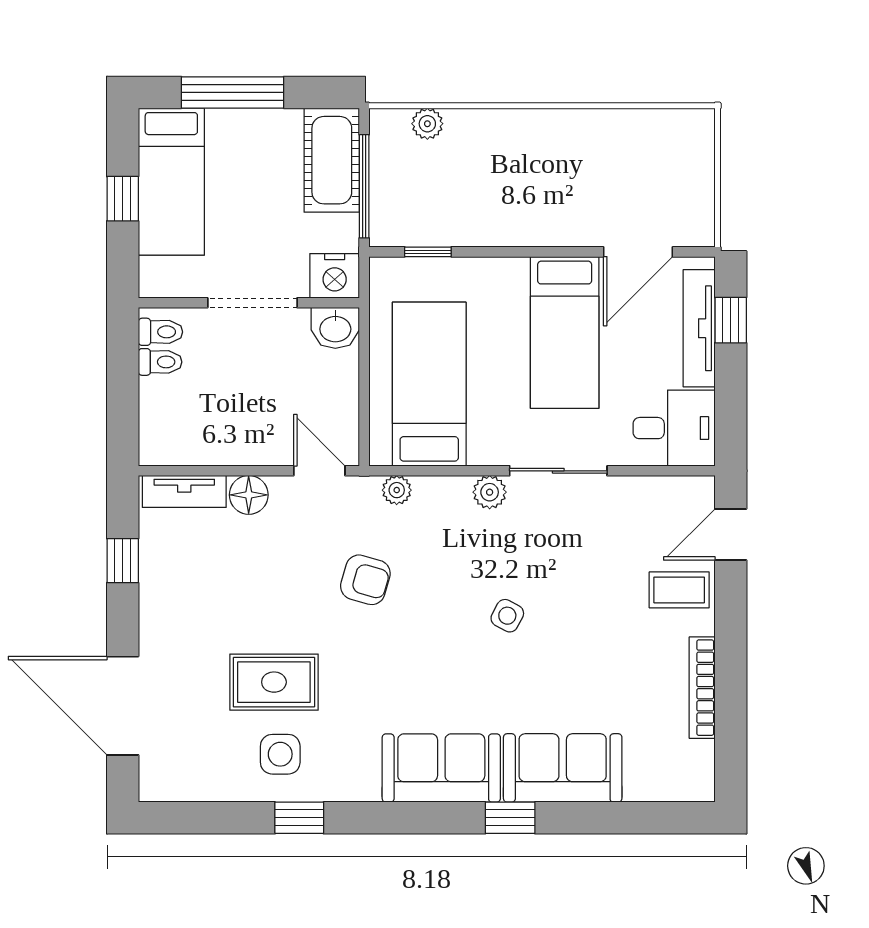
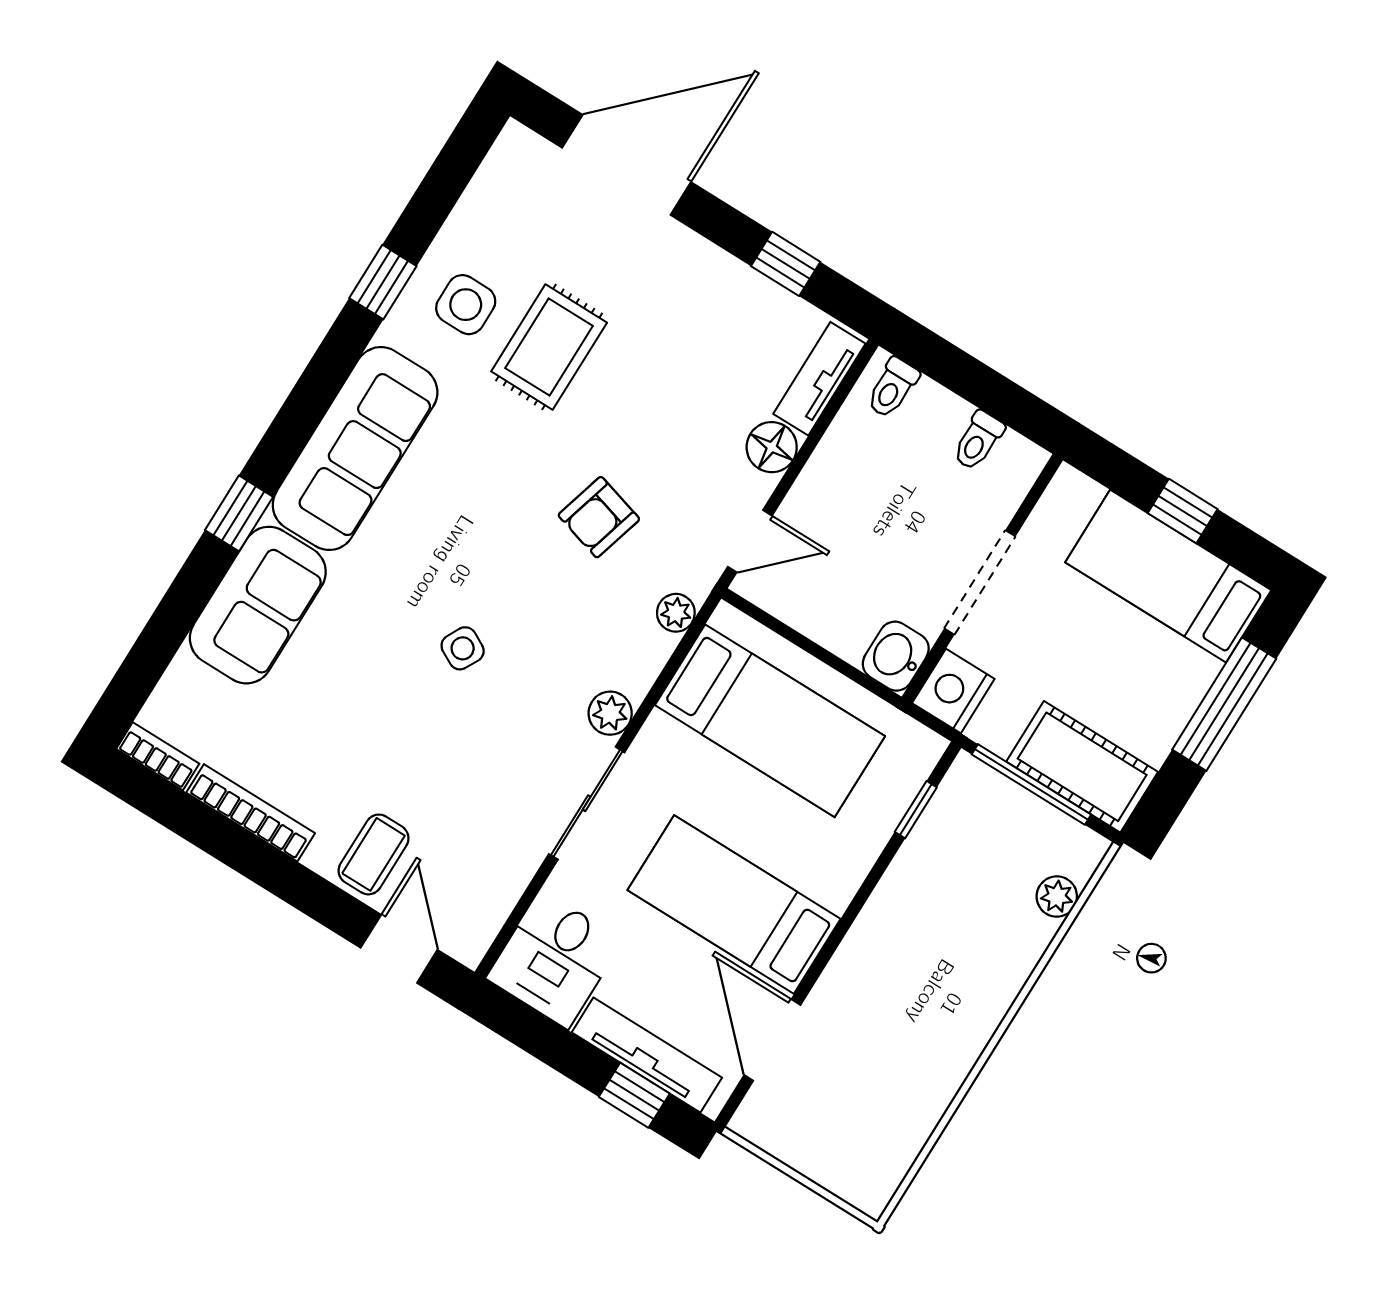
toilet: (160, 332) -> (892, 388), moved
sofa: (441, 768) -> (355, 449), width x1.36
bookcase: (703, 772) -> (158, 756), added

